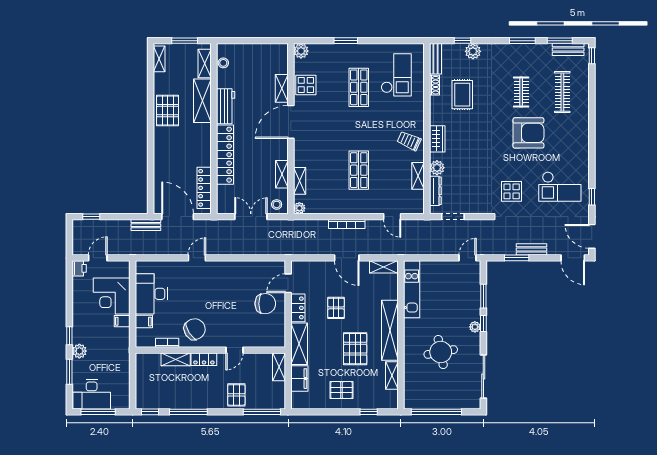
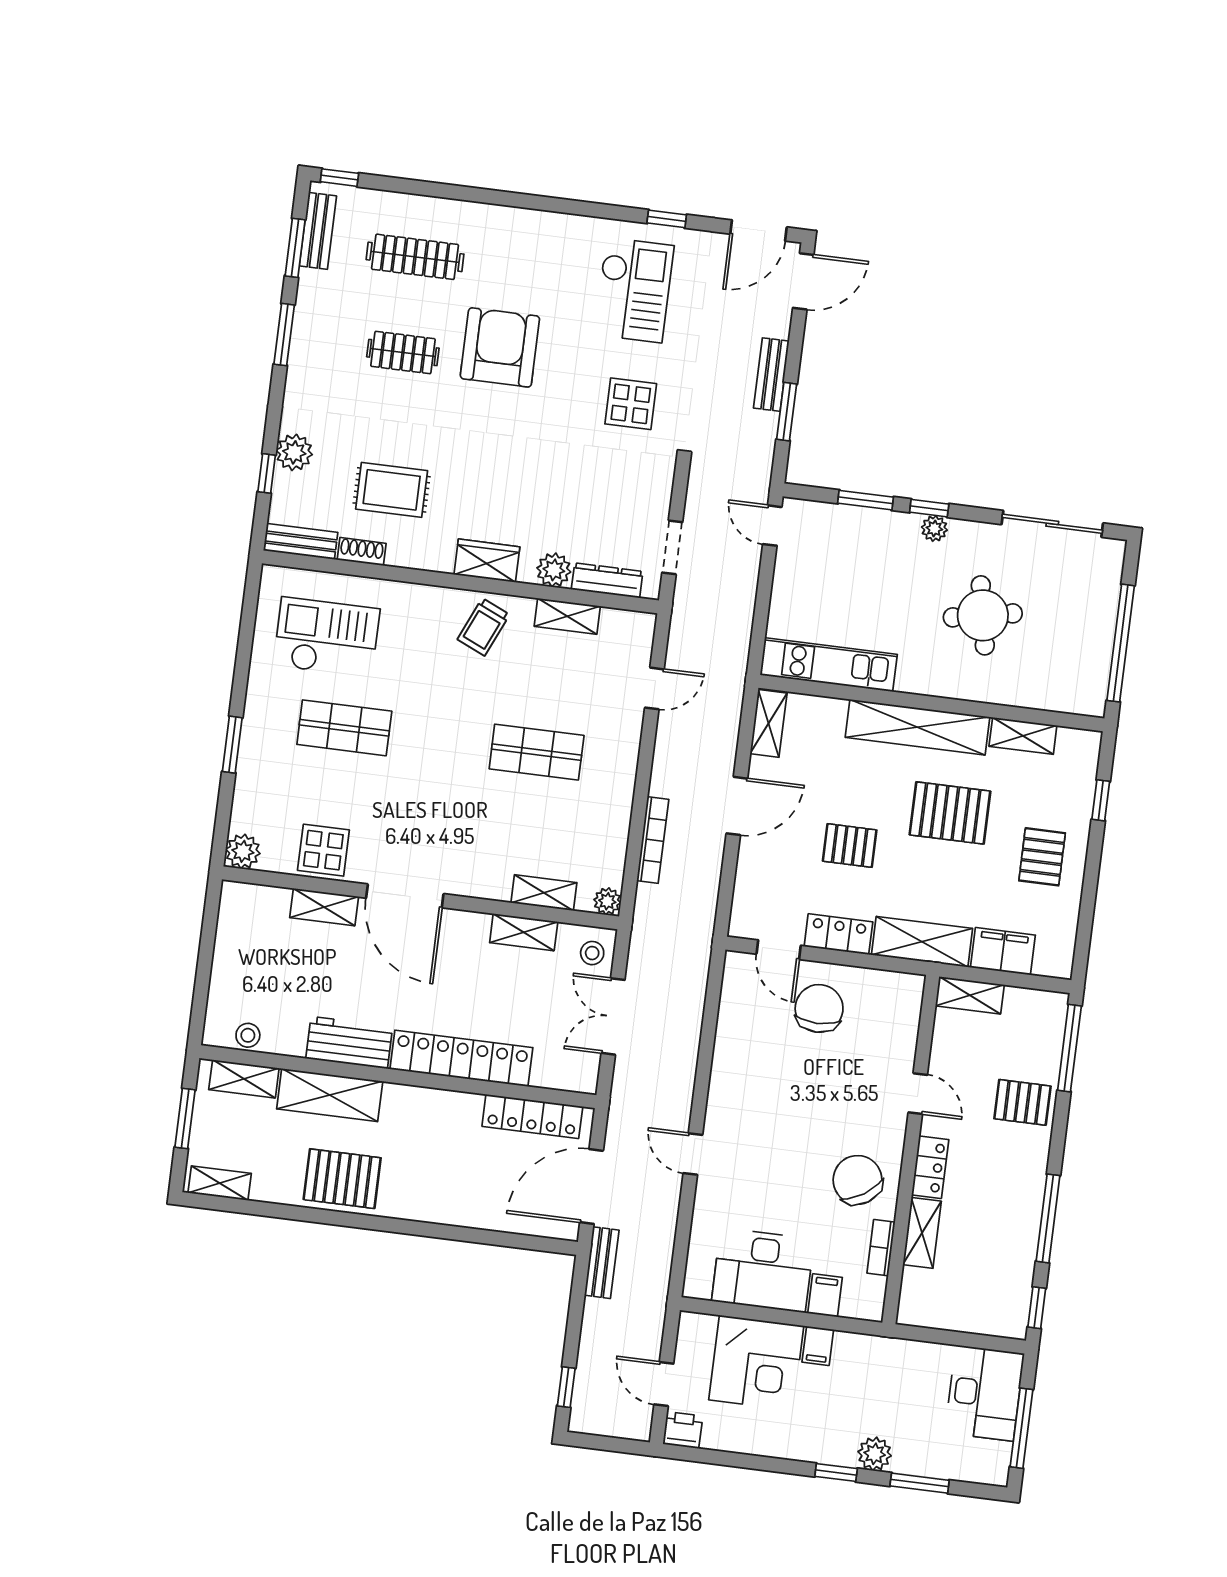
bookcase: (347, 224) -> (653, 840), moved
desk: (92, 394) -> (984, 1393), moved

